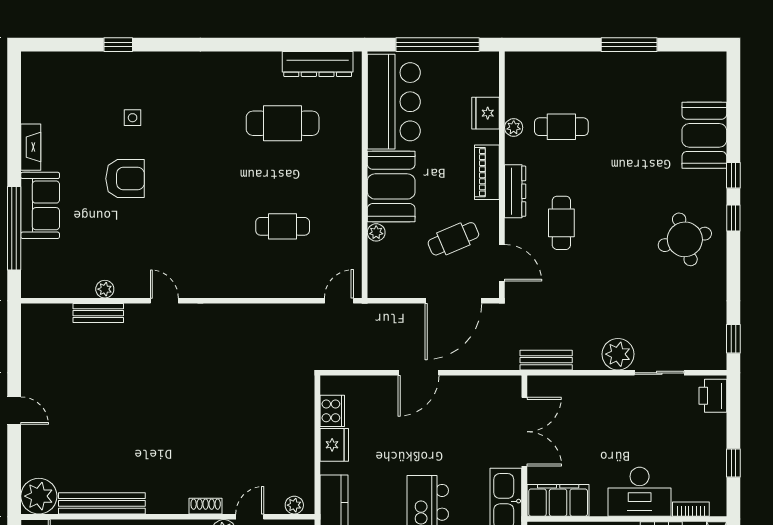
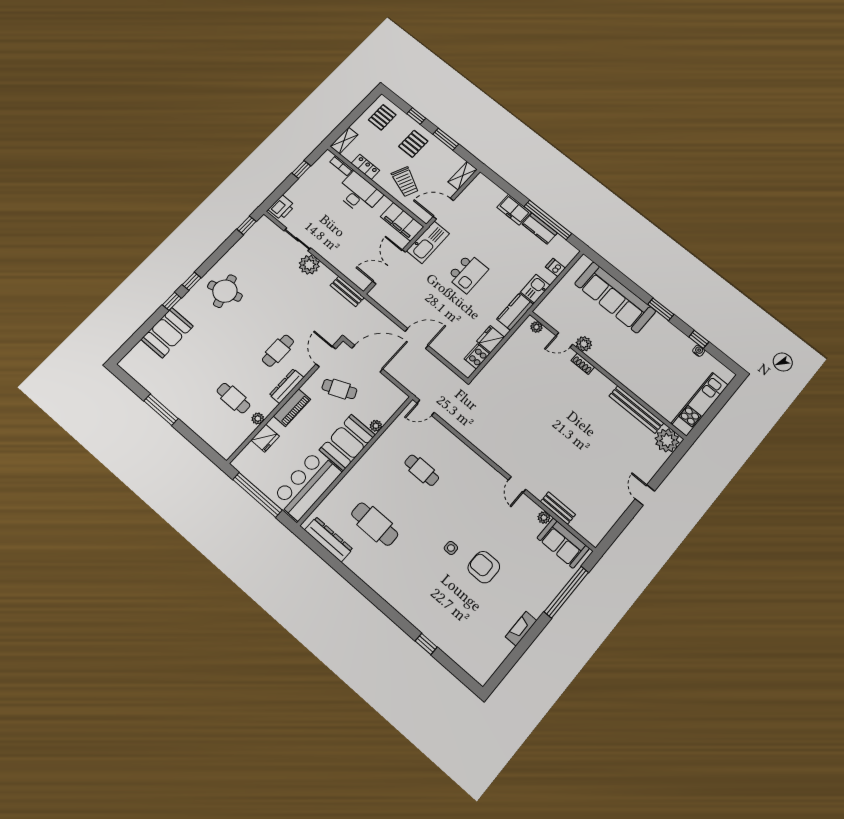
side table: (133, 118) -> (451, 548), moved
sofa: (40, 205) -> (563, 543), moved, turned -90

